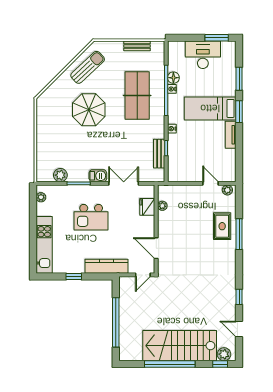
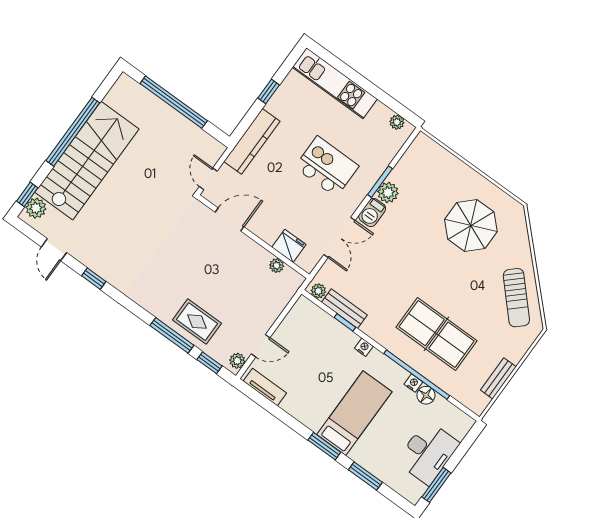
parasol: (89, 110) -> (471, 226), moved
tv unit: (231, 135) -> (265, 387), moved
plant: (160, 174) -> (318, 291), added
plant: (60, 175) -> (388, 192), moved
window: (239, 204) -> (209, 363), added
kitchen island: (91, 217) -> (327, 167), turned 90
door: (239, 329) -> (54, 250), swing flipped

